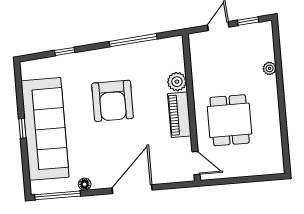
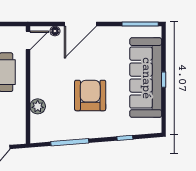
piano: (179, 115) -> (38, 80), removed
door: (196, 163) -> (28, 40), swing flipped
floor lamp: (85, 184) -> (55, 31), moved

